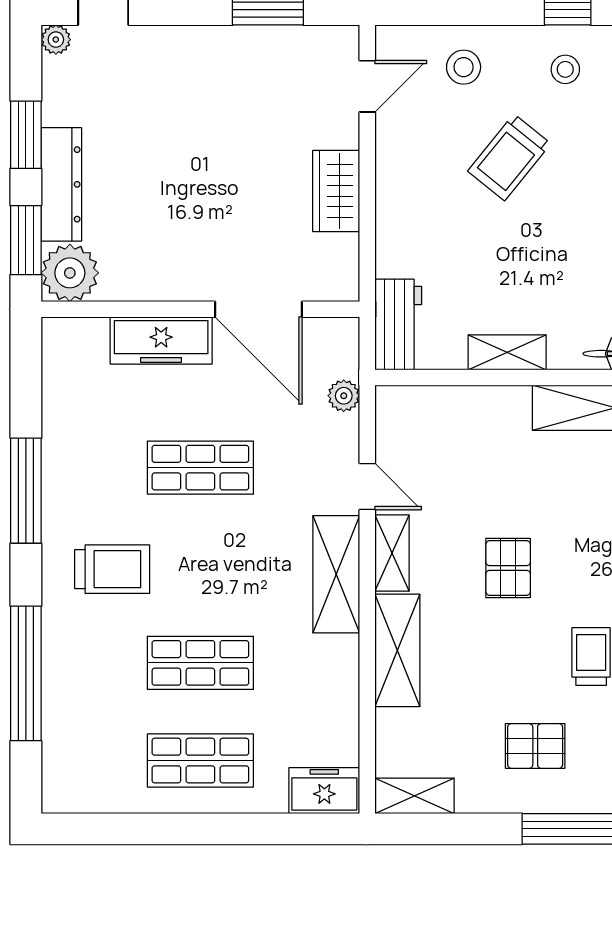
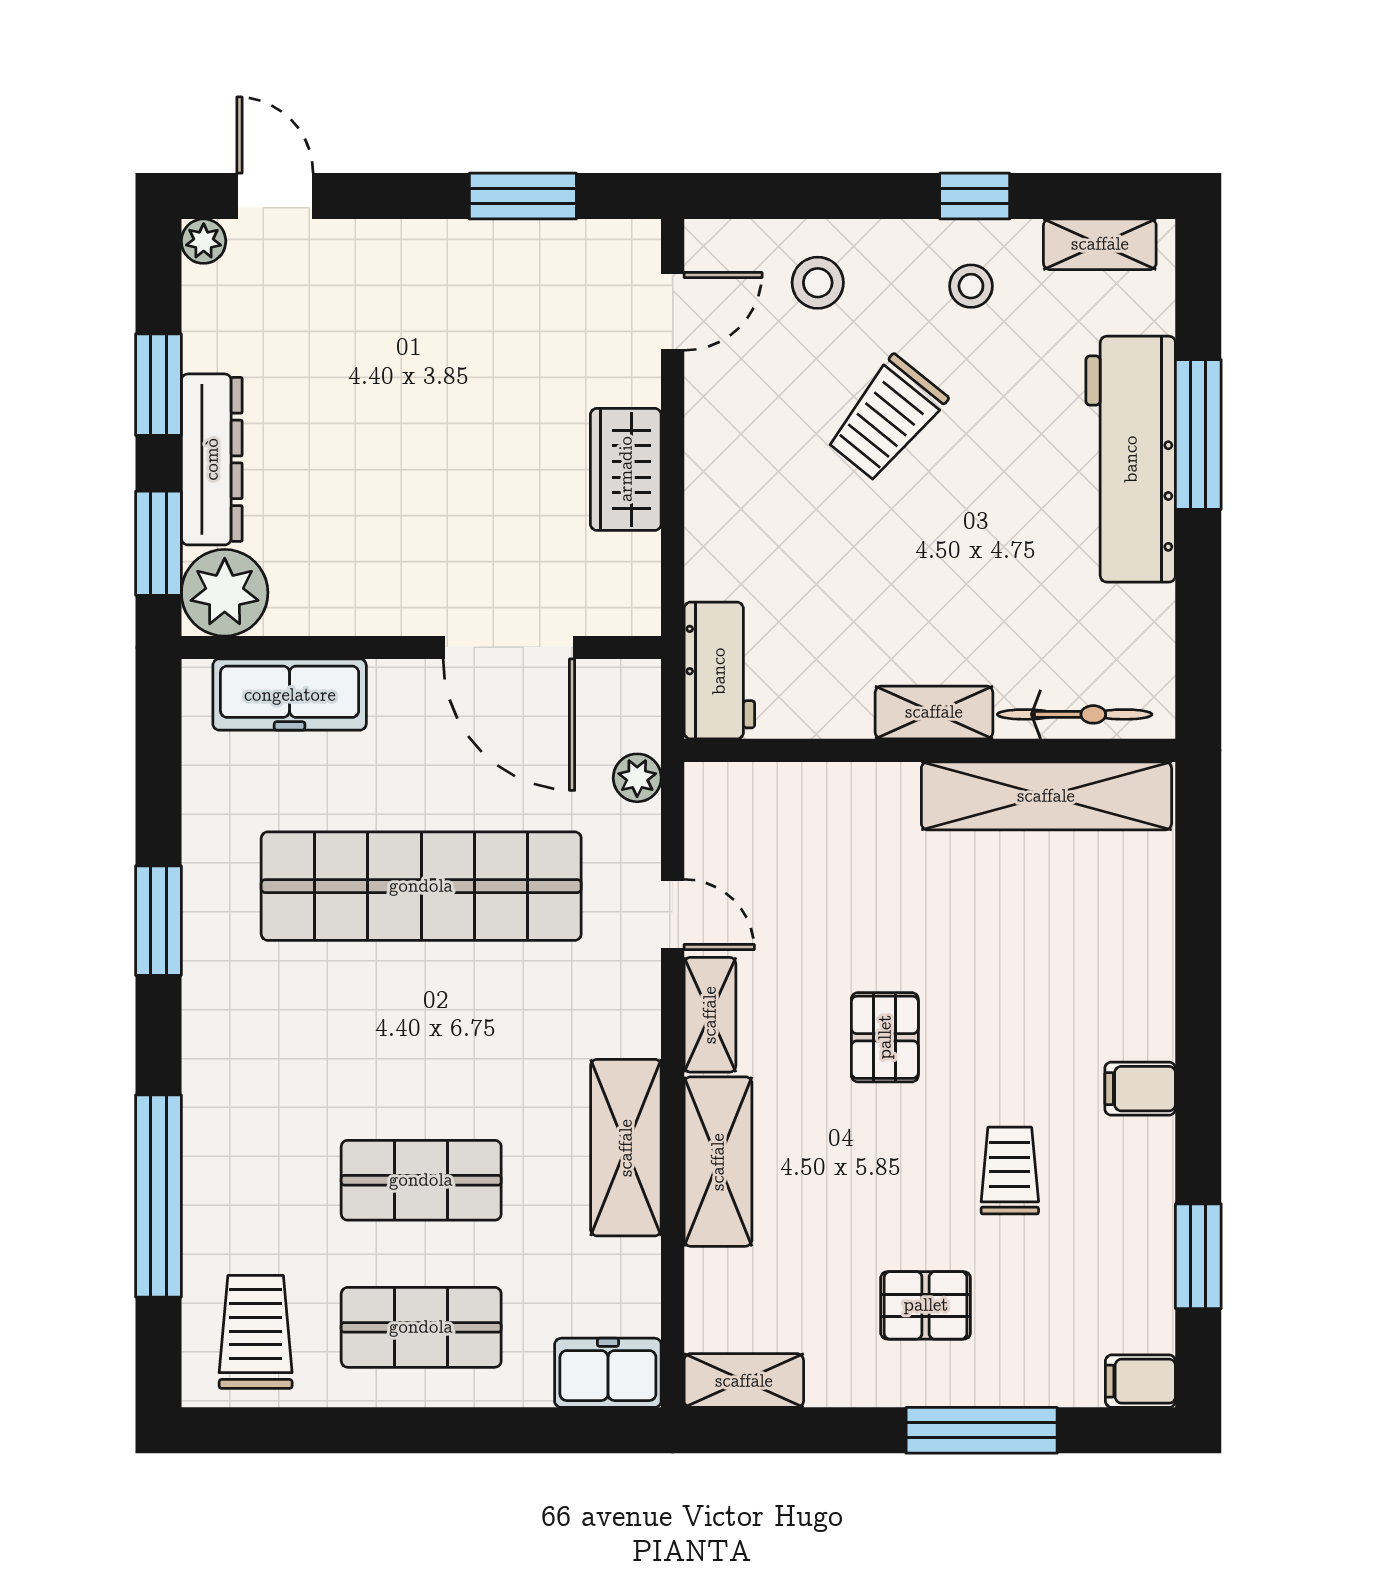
freezer: (161, 340) -> (290, 695), moved
shelving: (507, 352) -> (934, 712), moved
shop shelf: (200, 468) -> (421, 886), width x2.00, depth x1.36
window: (26, 491) -> (158, 921), width x0.69
trolley: (112, 569) -> (256, 1332), moved, turned -90
shelving: (336, 574) -> (626, 1148), moved

